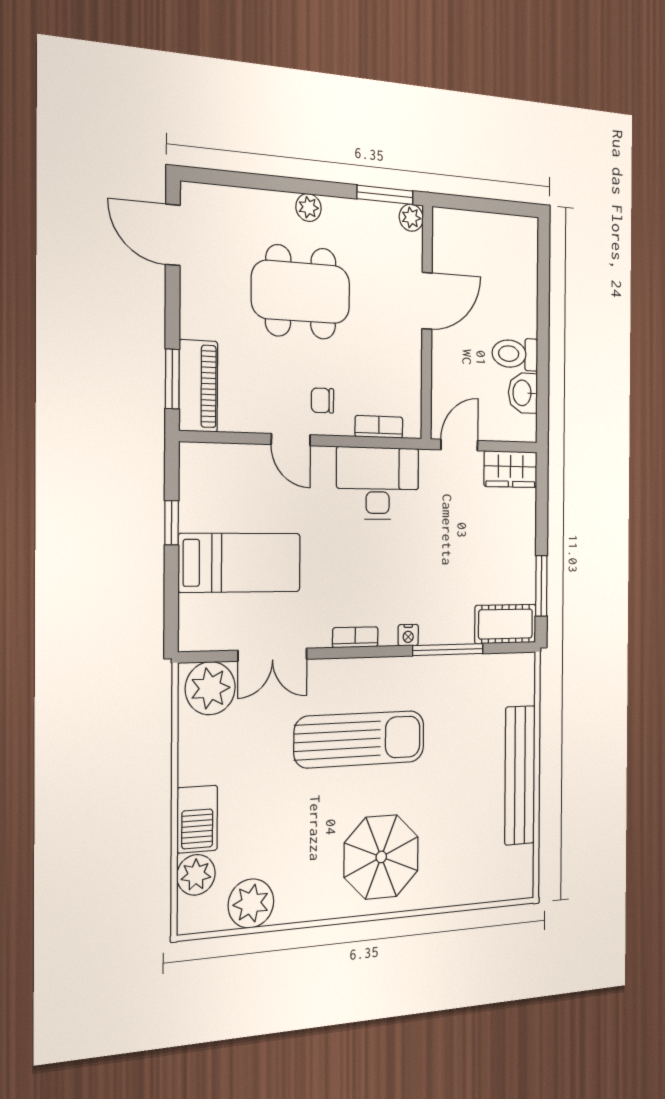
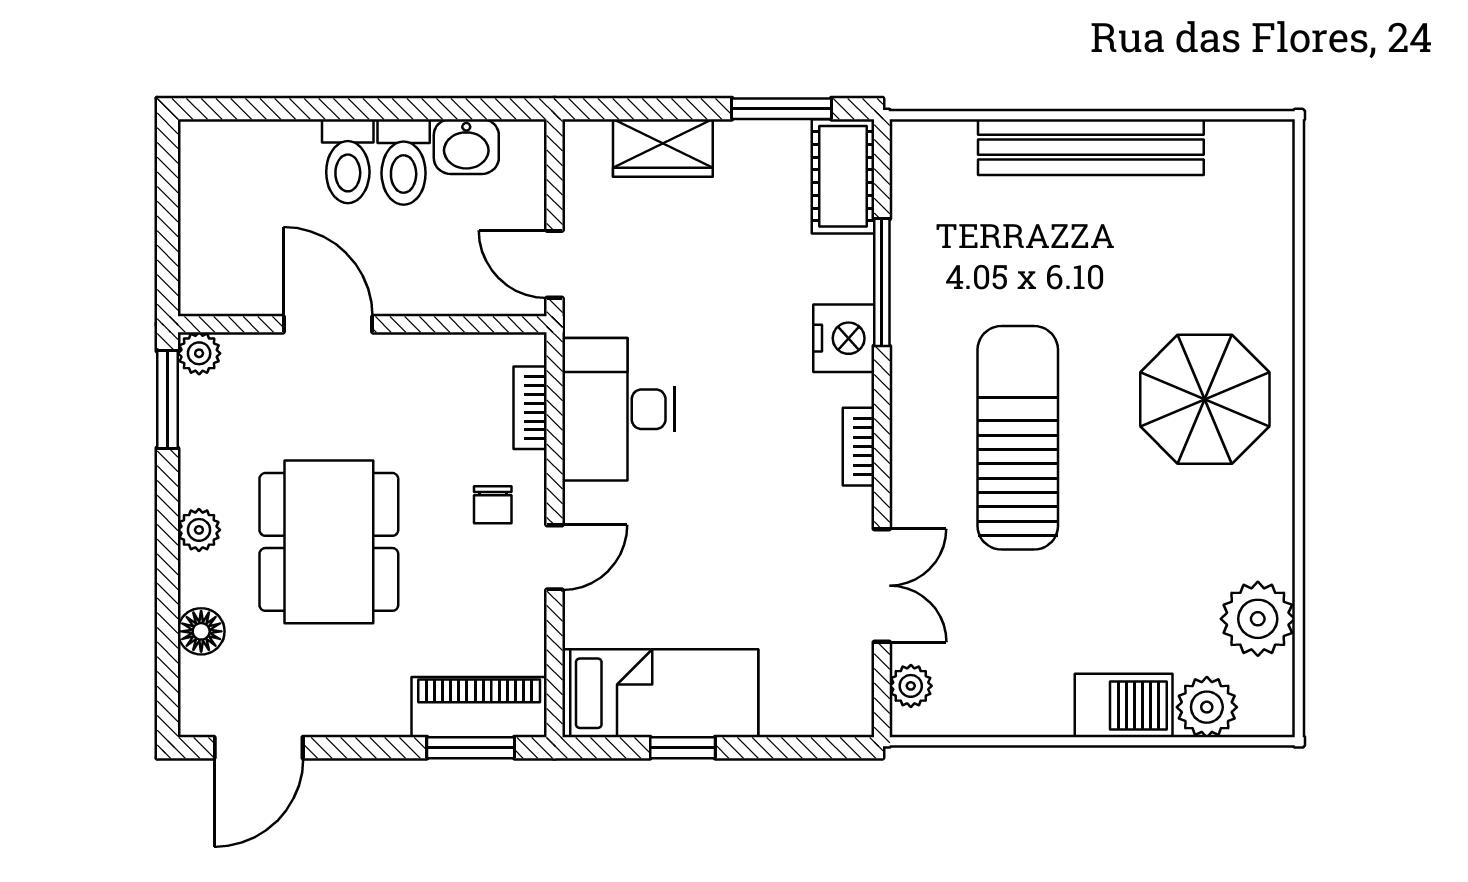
floor lamp: (247, 203) -> (201, 631), added
toilet: (516, 320) -> (348, 161), added
wardrobe: (511, 469) -> (663, 148), moved, turned 90
bed: (240, 563) -> (660, 693), moved, turned 90
nightstand: (408, 635) -> (844, 338), width x1.89, depth x1.79
plant: (210, 688) -> (911, 686), width x0.53, depth x0.53

